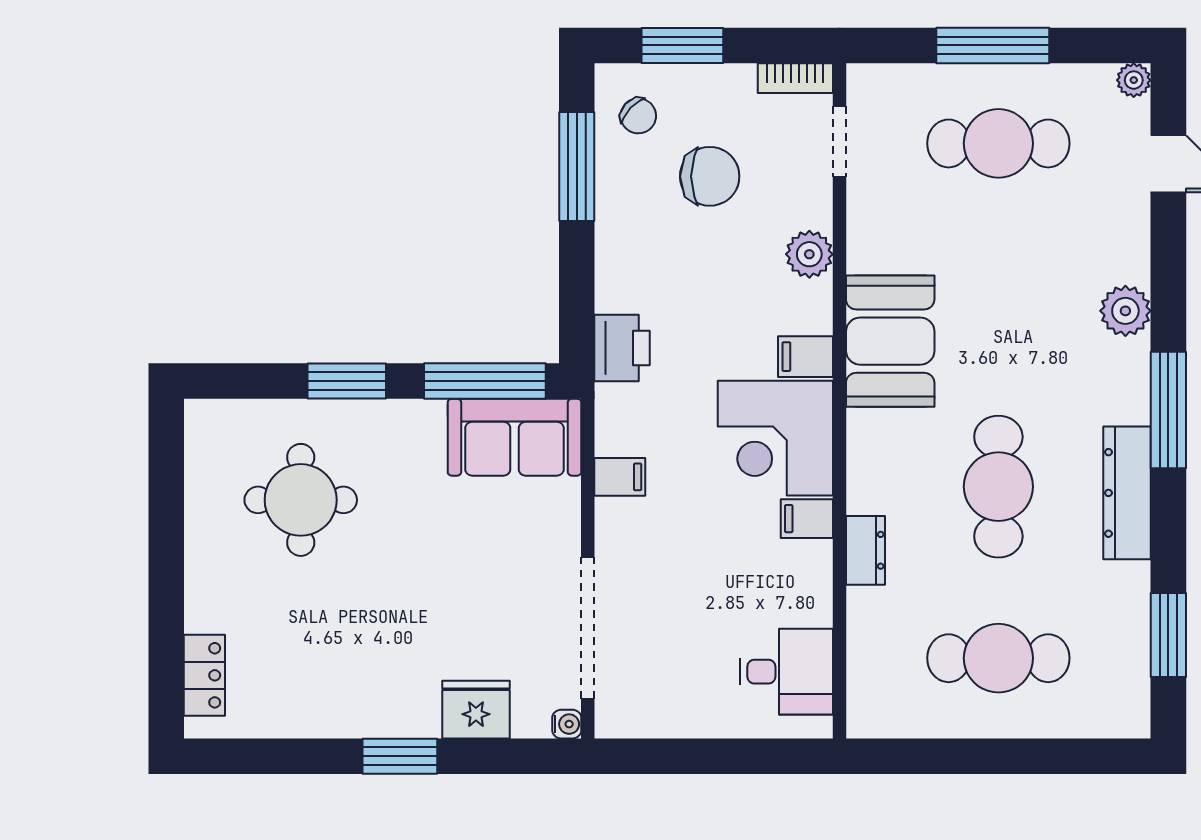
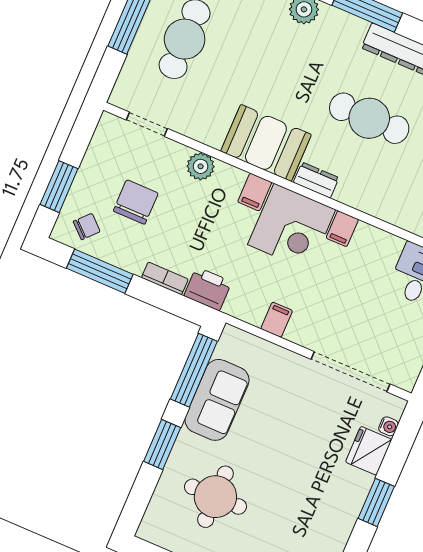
bookcase: (795, 78) -> (165, 278), moved, turned -90
sofa: (515, 437) -> (217, 400), moved
dresser: (866, 550) -> (316, 180), moved
water cooler: (567, 724) -> (388, 426), moved, turned 90

